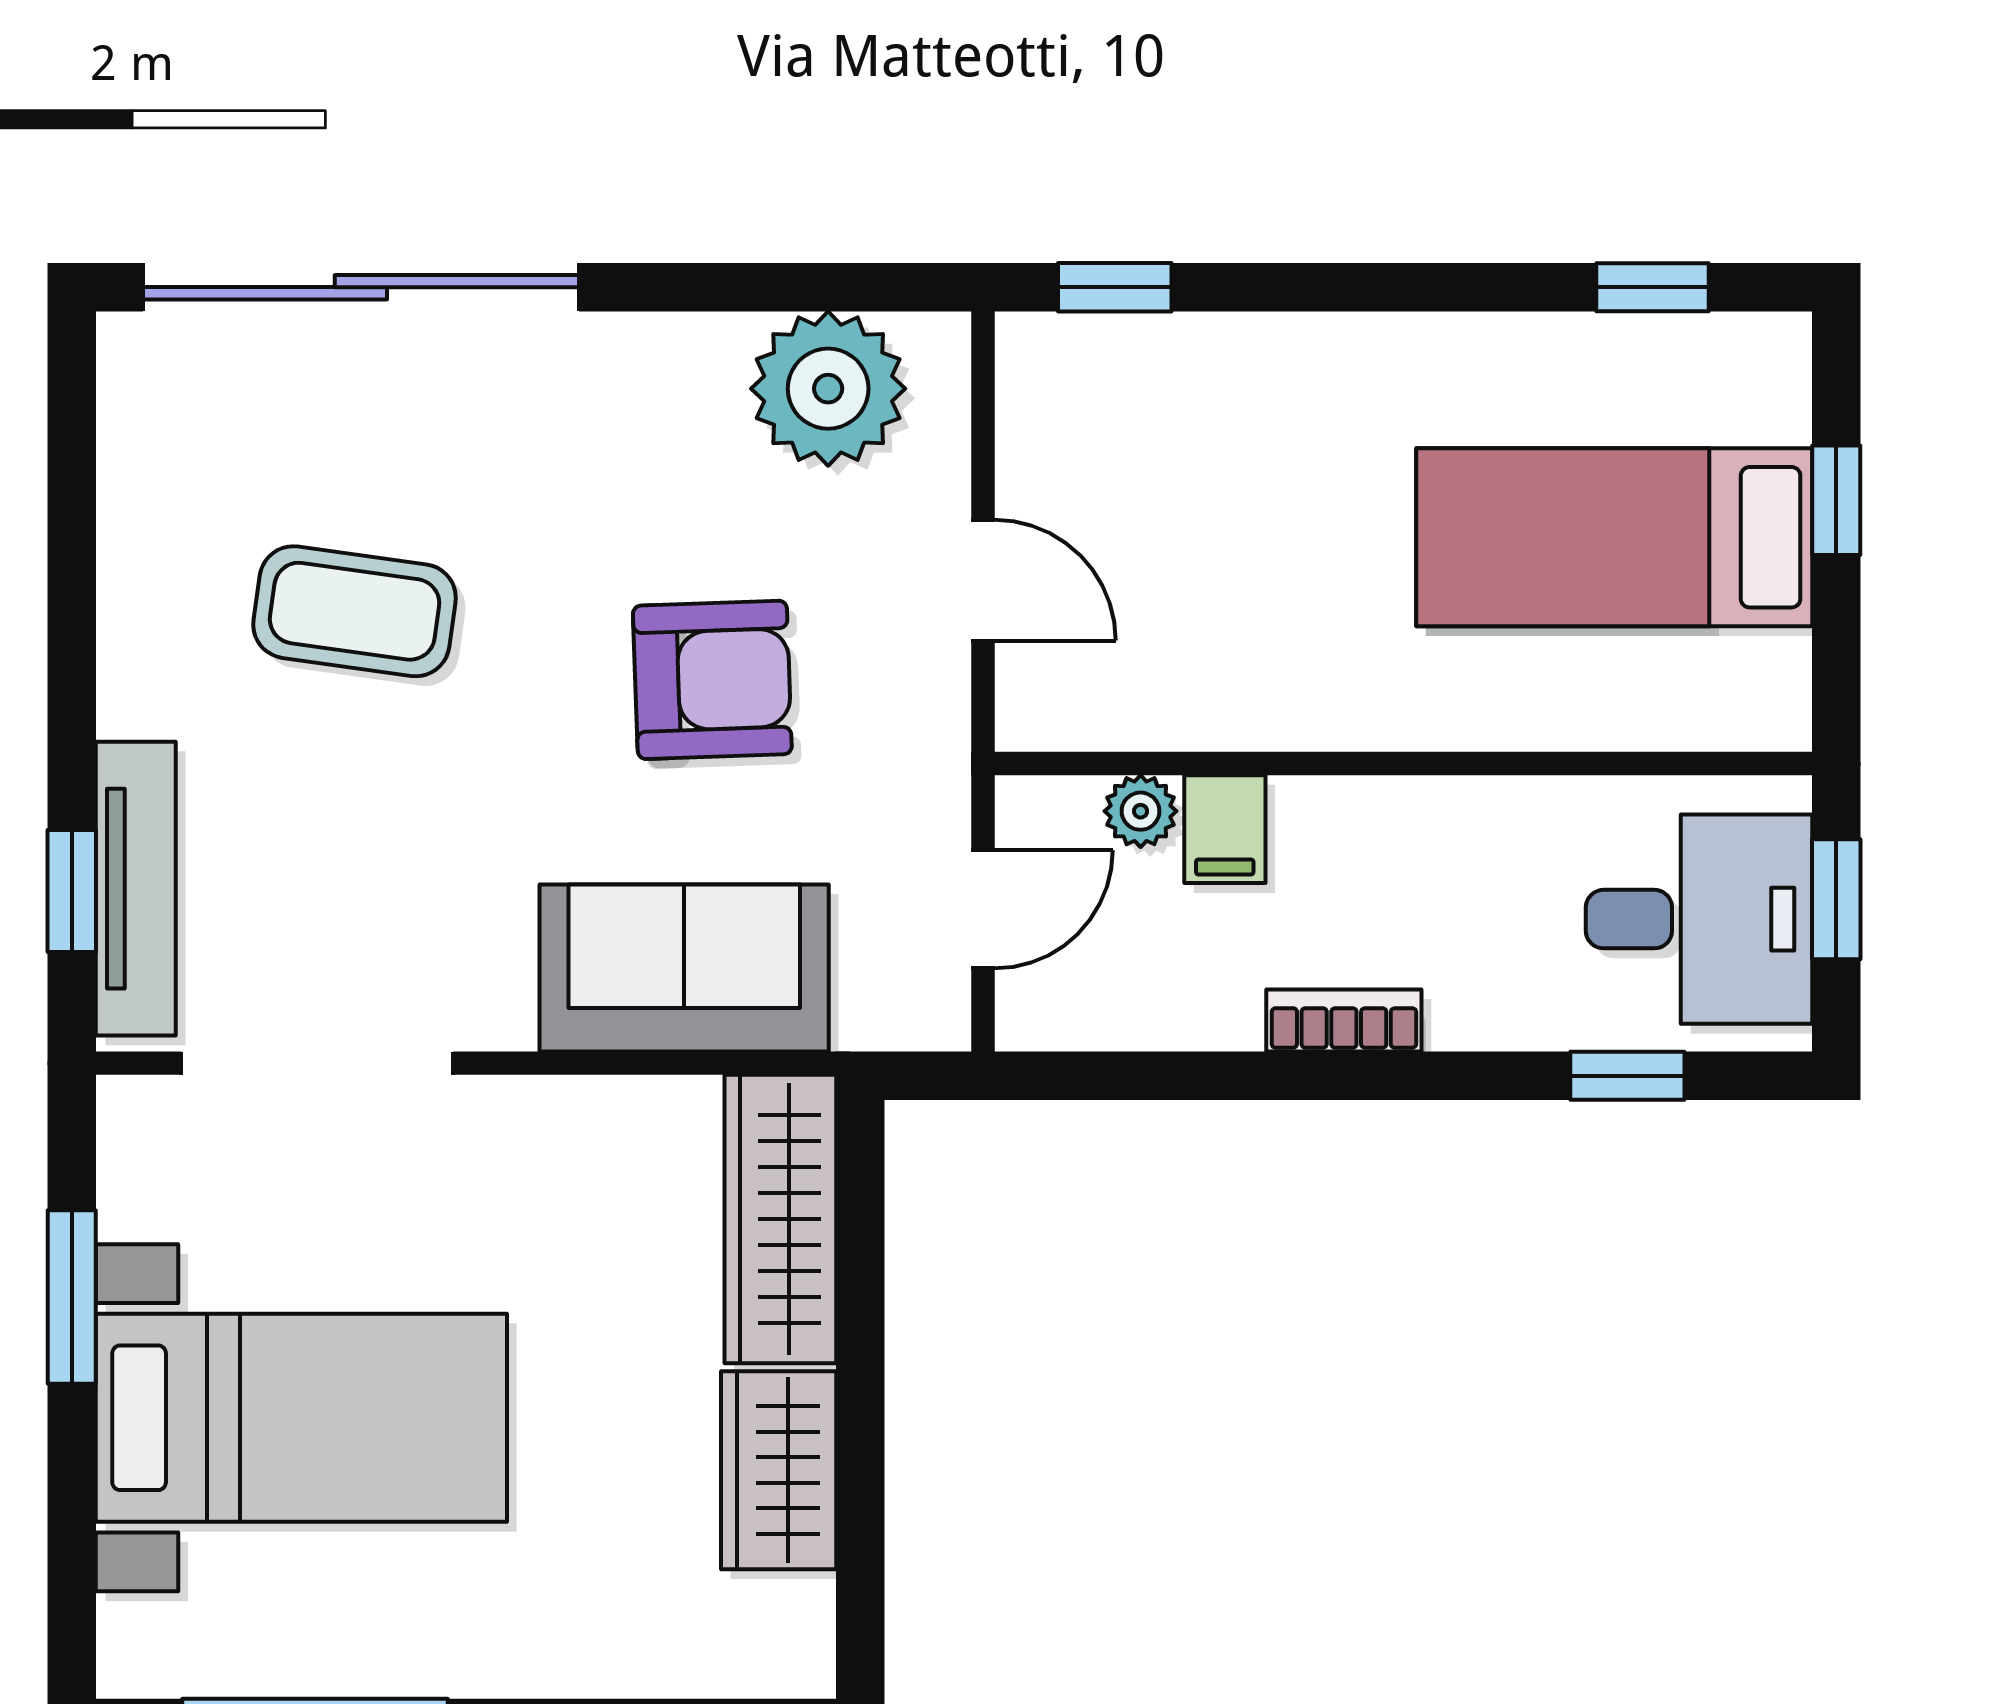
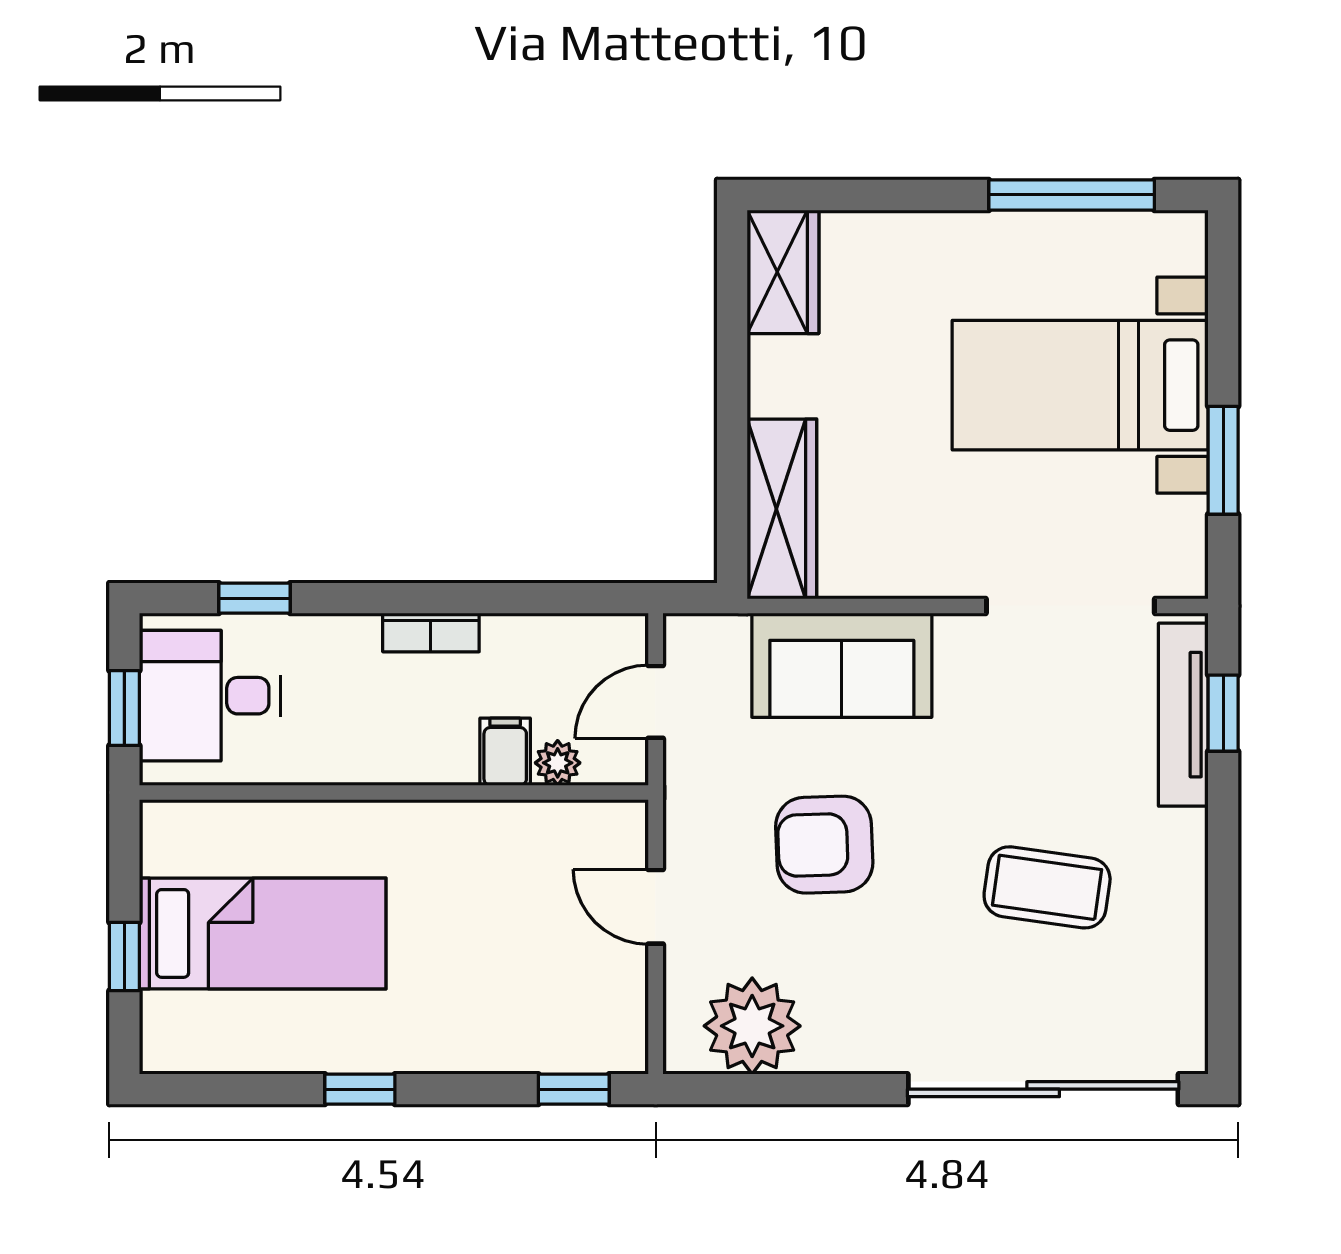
window: (1652, 287) -> (360, 1089), moved
wardrobe: (779, 1470) -> (783, 272), moved

